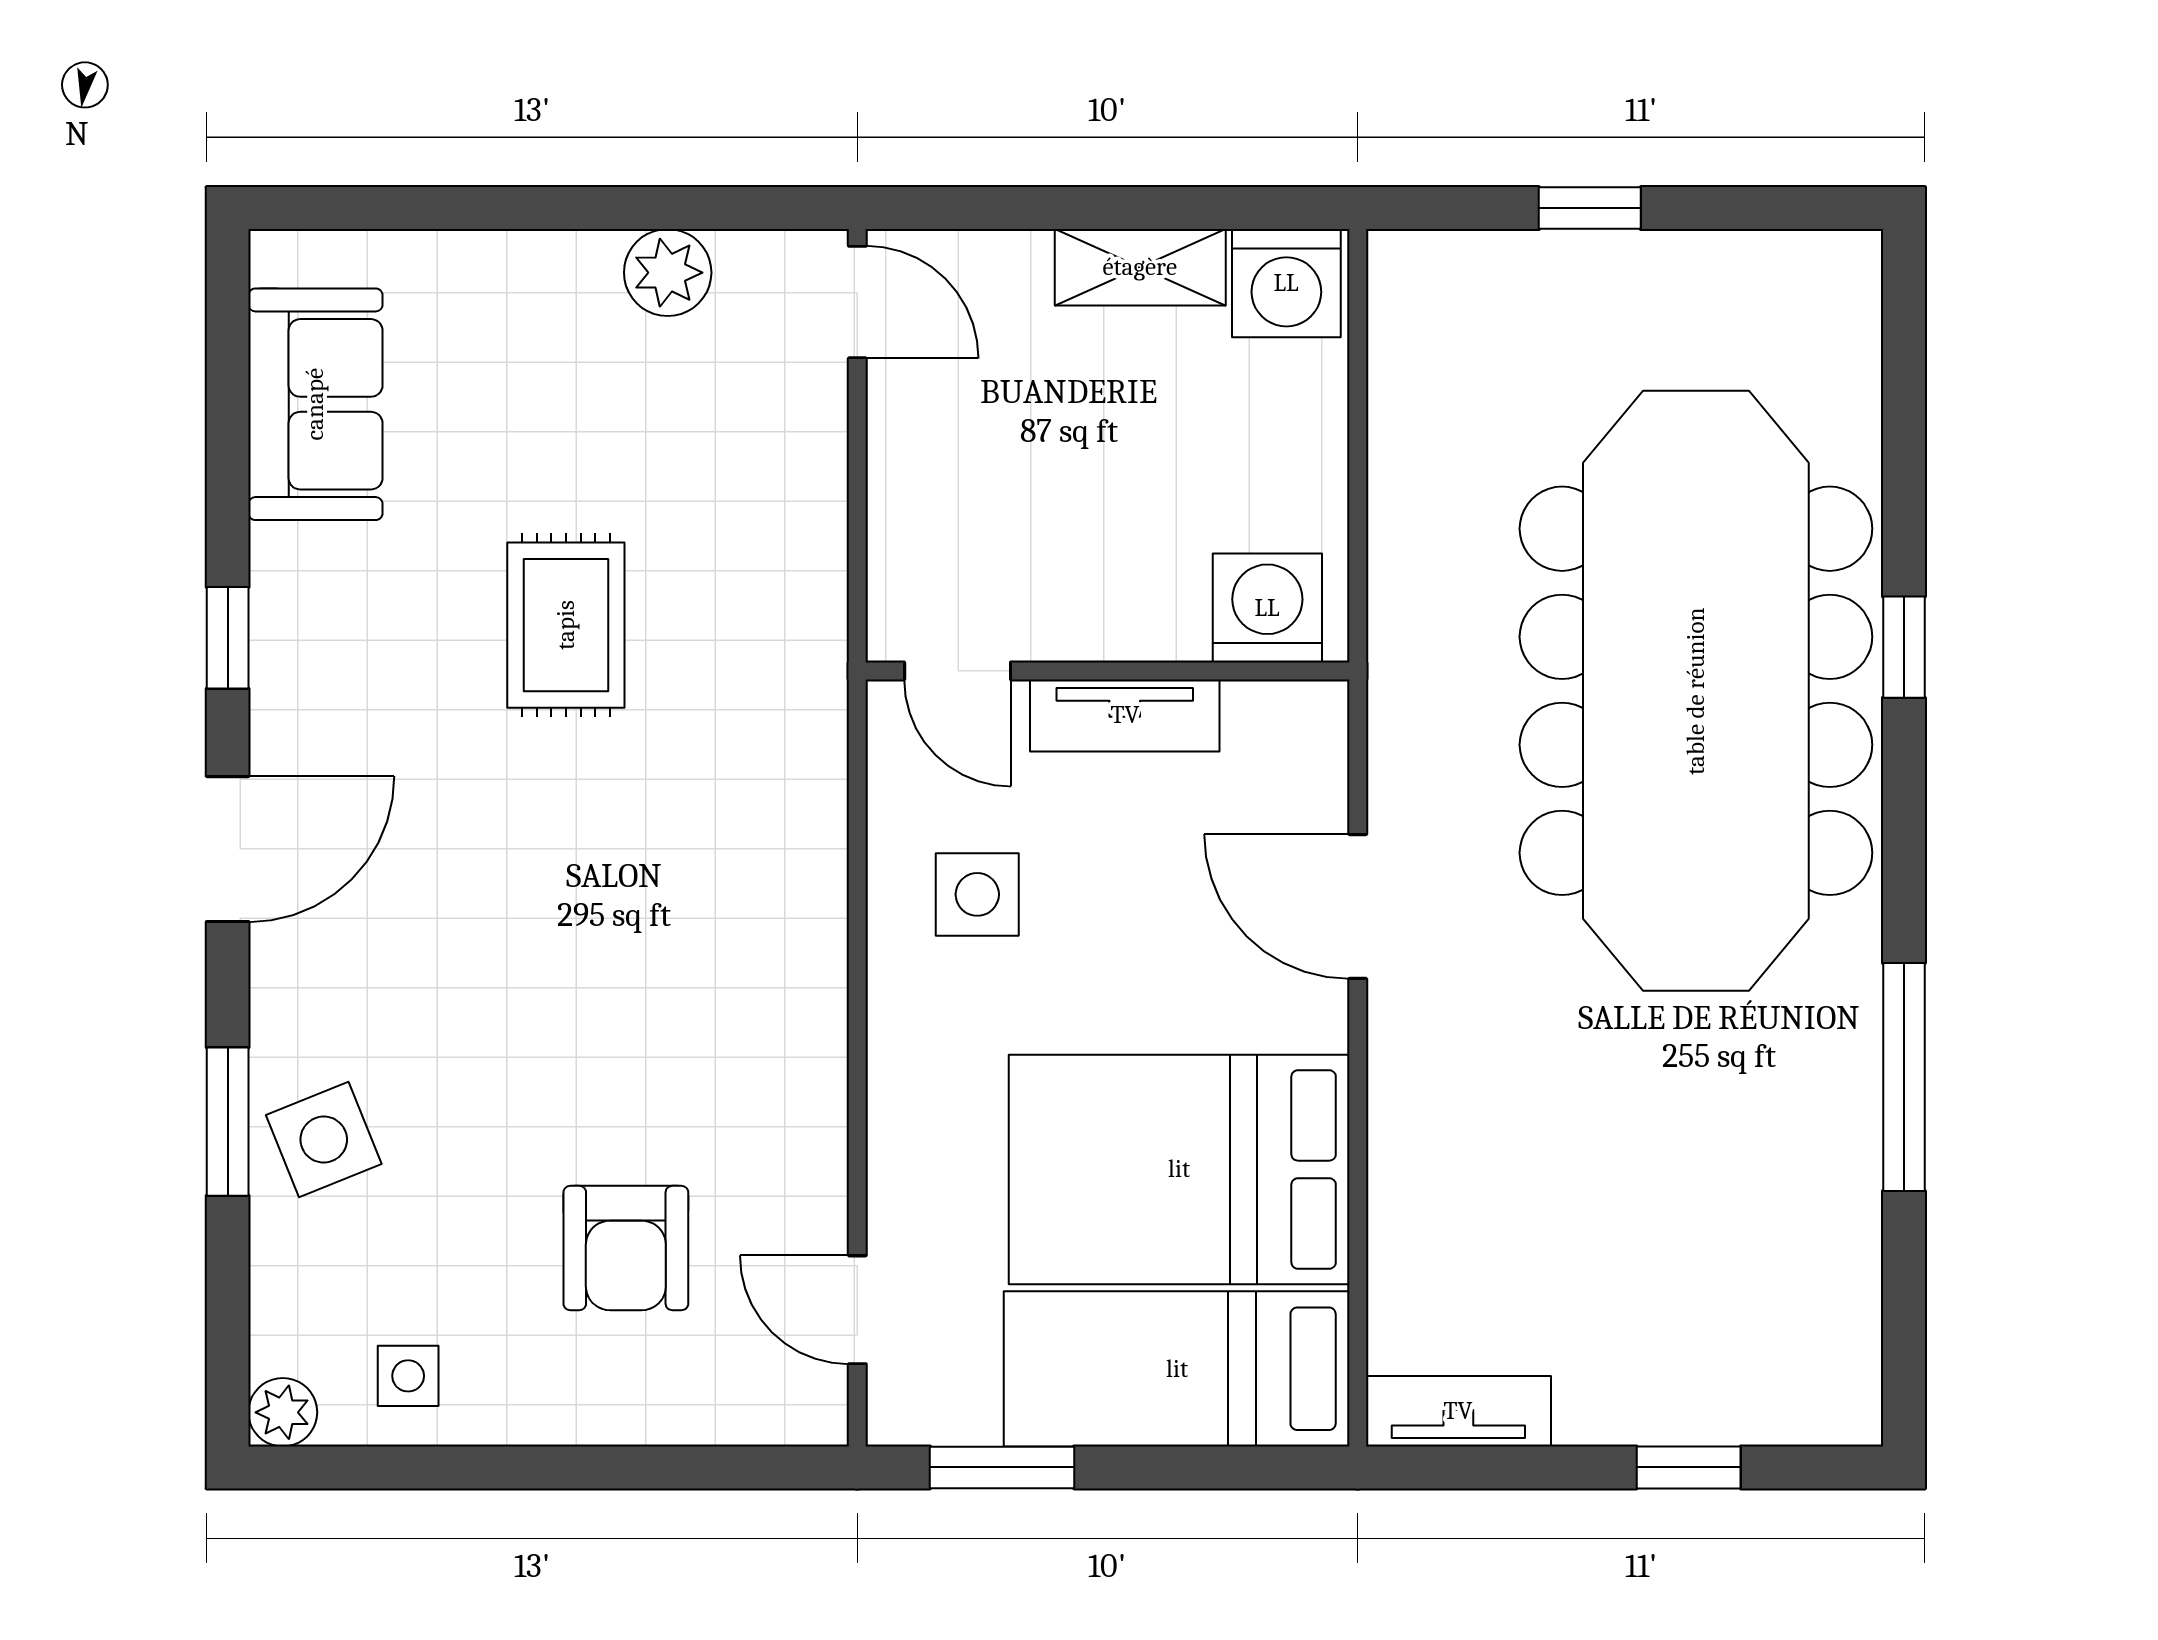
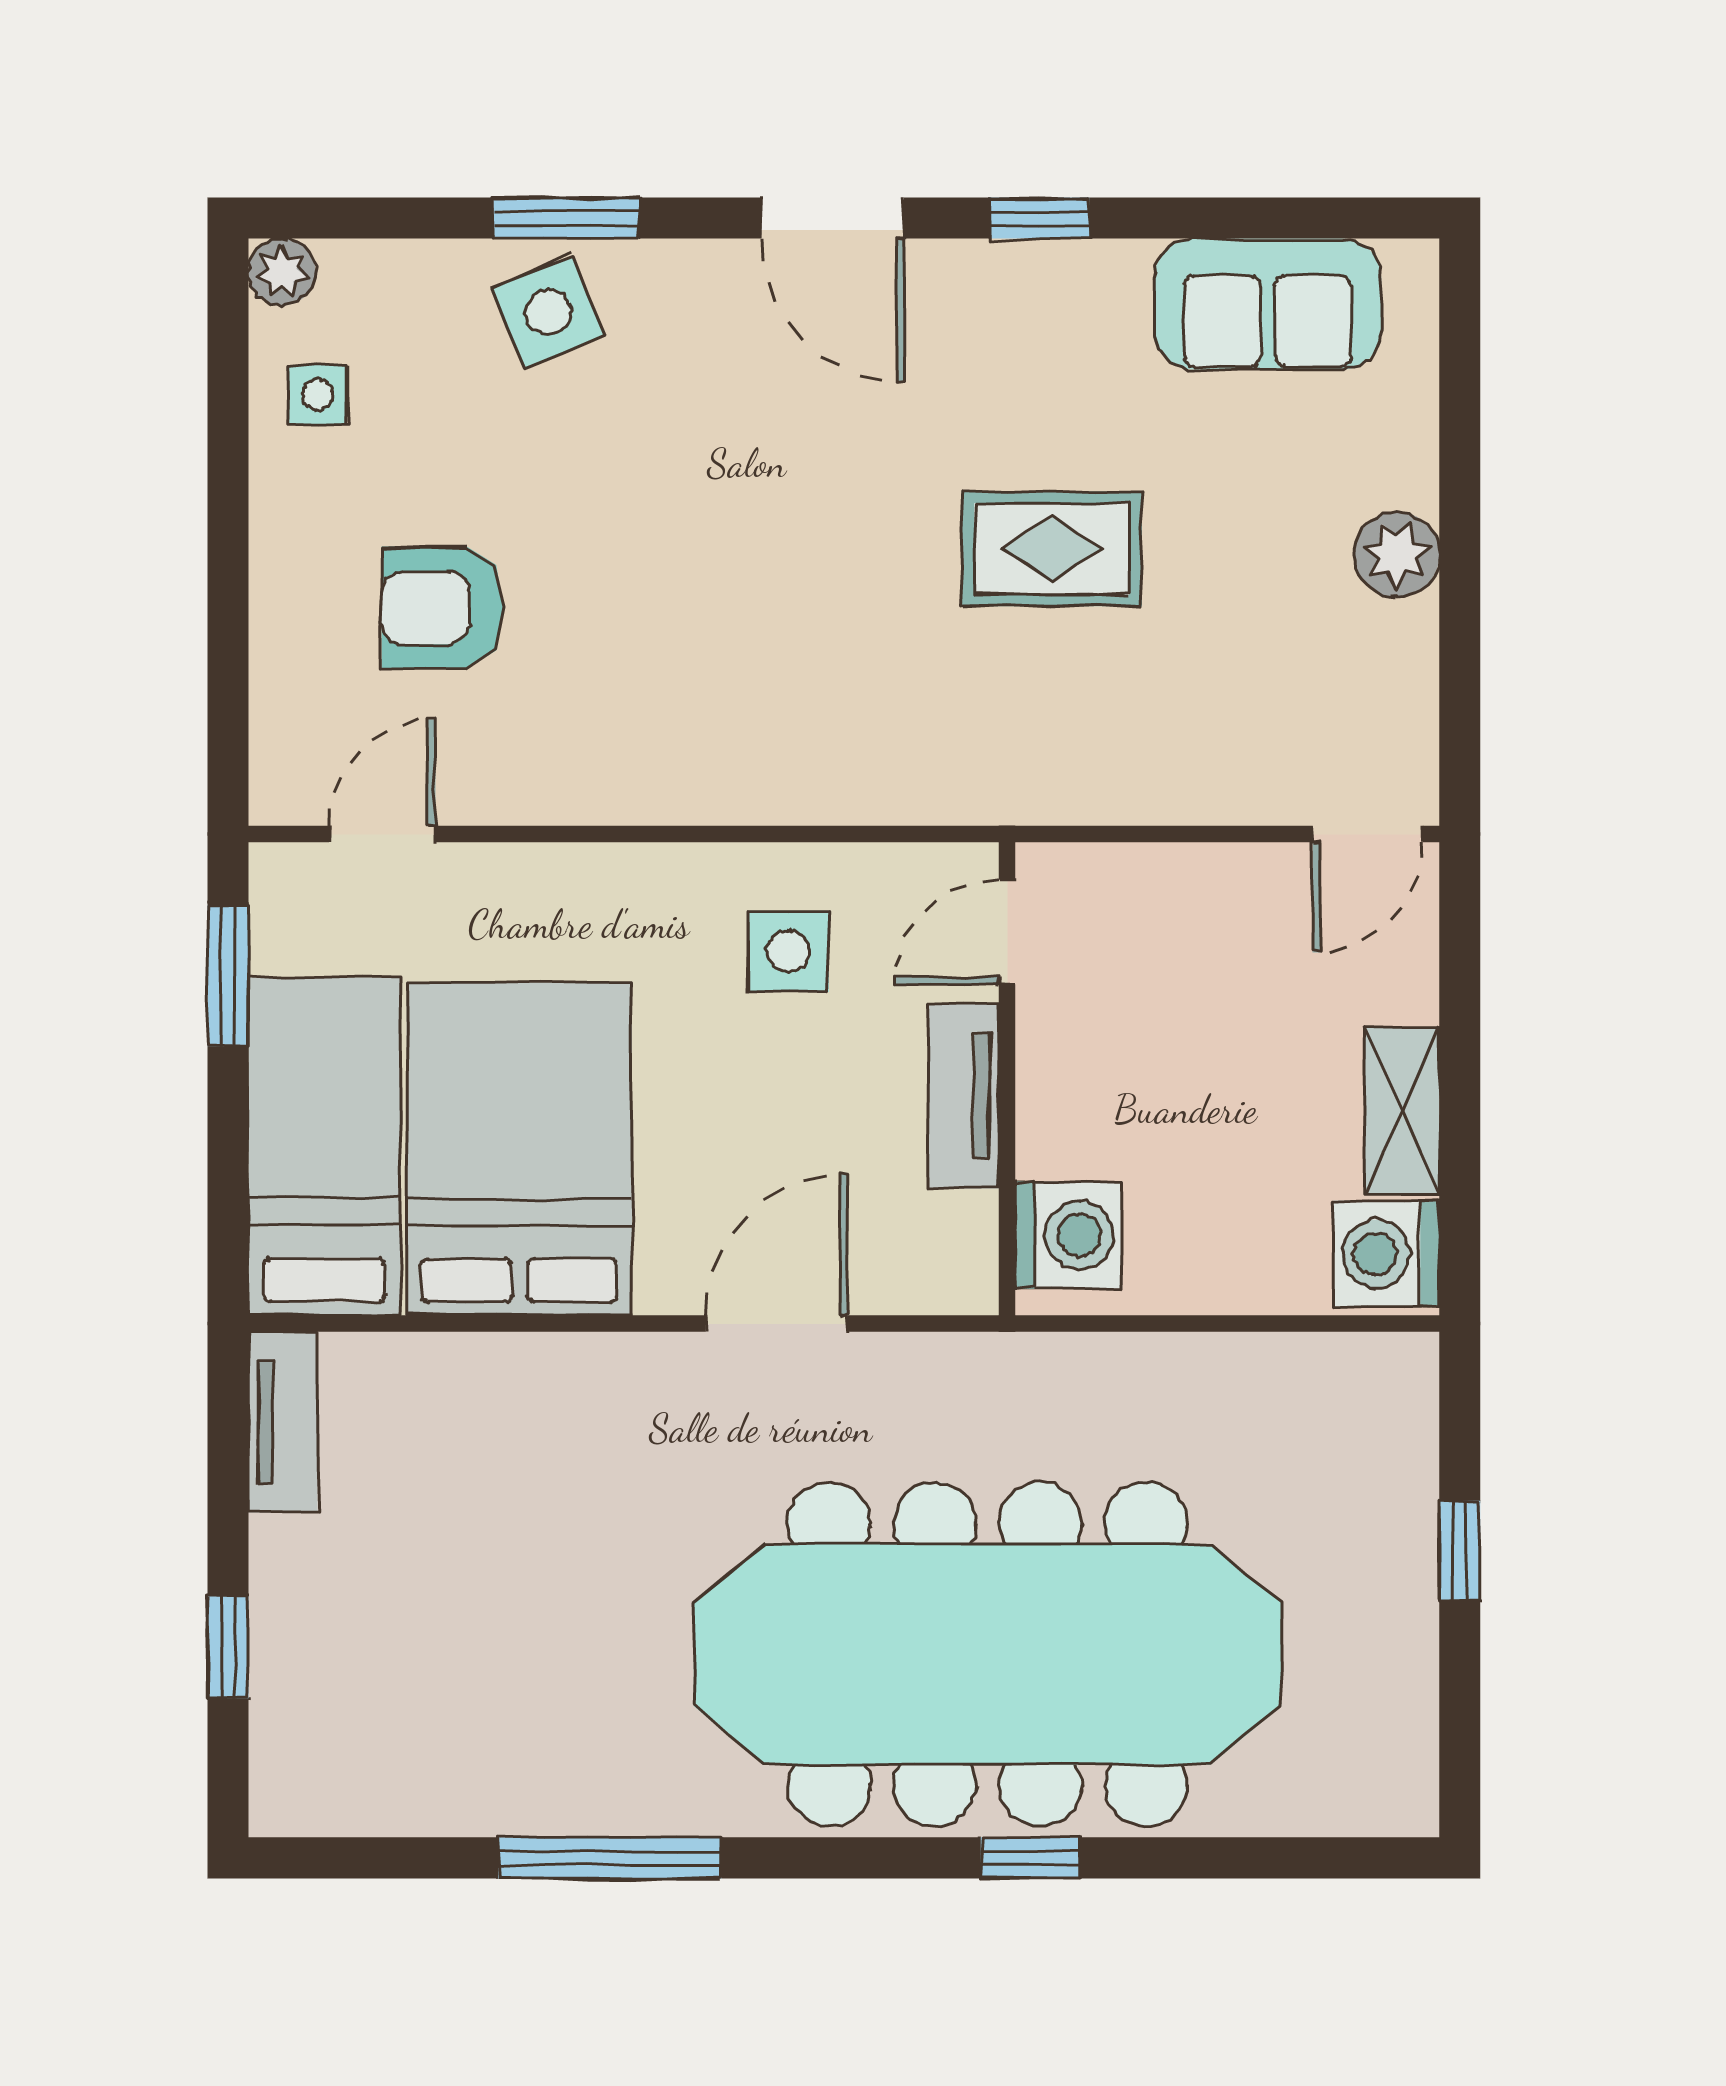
plant: (668, 273) -> (1397, 555), moved

